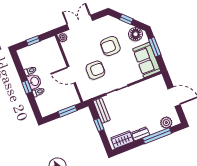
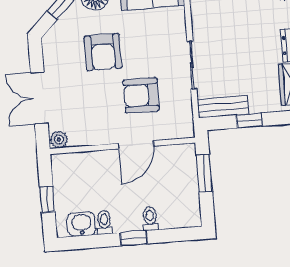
armchair: (95, 70) -> (141, 95), turned -90
washbasin: (34, 81) -> (81, 224), moved

